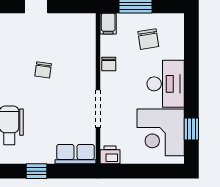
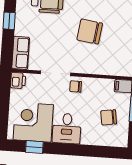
chair: (109, 64) -> (76, 86), moved
chair: (43, 70) -> (90, 32), width x1.87, depth x1.87
desk: (166, 84) -> (67, 128), width x0.73

